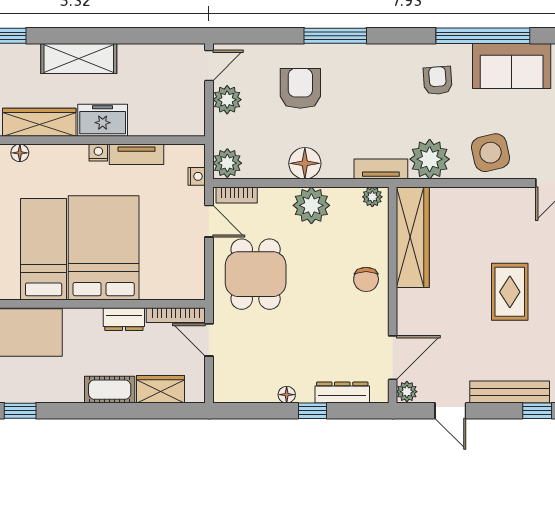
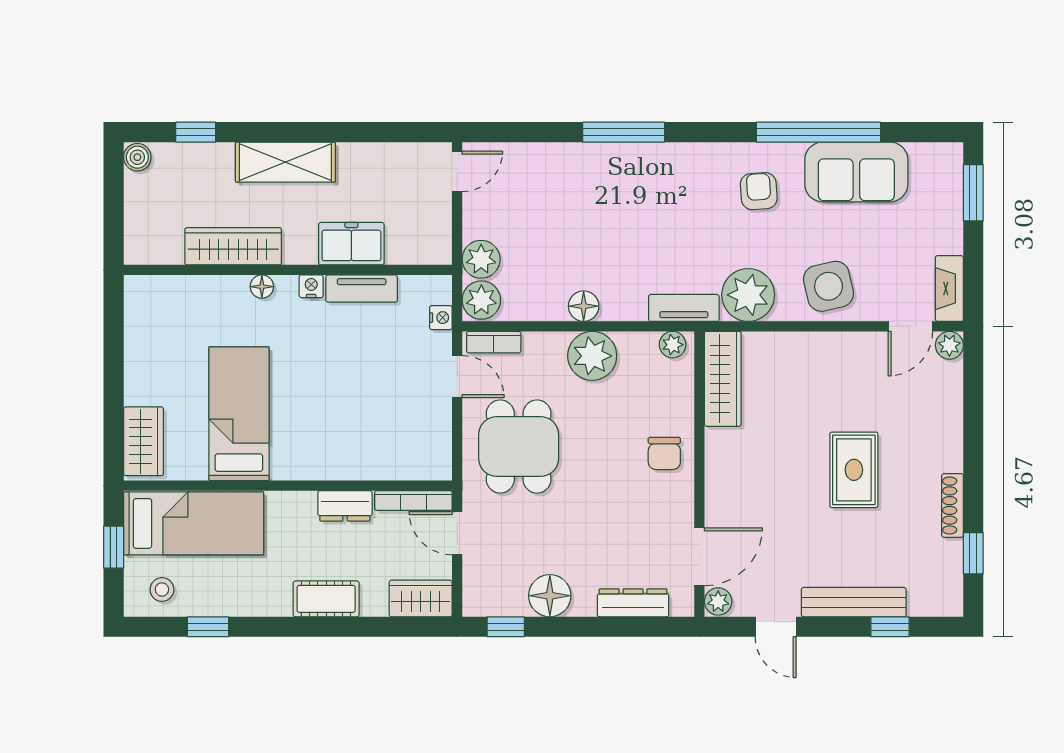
armchair: (300, 88) -> (578, 202), removed
plant: (227, 100) -> (481, 259), moved
freezer: (103, 120) -> (351, 244), moved
floor lamp: (20, 153) -> (262, 287), moved
floor lamp: (305, 163) -> (584, 306), width x0.73, depth x0.73
wardrobe: (413, 237) -> (723, 379), width x0.71, depth x0.85
bed: (104, 248) -> (318, 412), removed
wardrobe: (161, 389) -> (421, 599), moved
floor lamp: (287, 395) -> (550, 596), width x1.89, depth x1.89
window: (312, 411) -> (506, 627), moved

